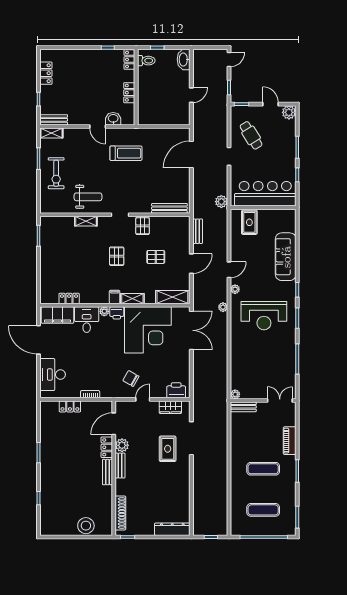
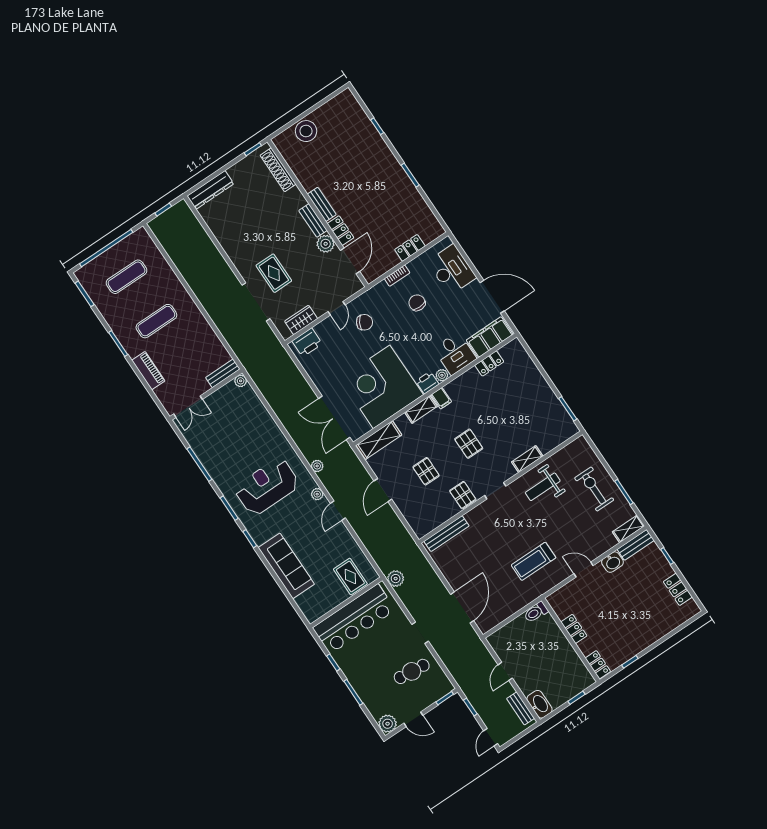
toilet: (146, 61) -> (536, 612), moved
washbasin: (113, 119) -> (612, 562), moved
cafe table: (251, 135) -> (412, 671), turned -52
bench: (198, 231) -> (521, 708), moved
pallet: (156, 257) -> (426, 471), turned 90
chair: (89, 368) -> (417, 303), added

